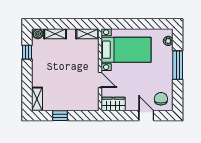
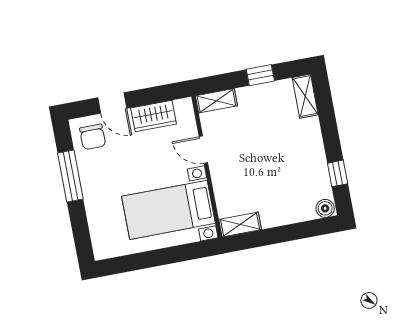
shelving: (55, 34) -> (216, 101), moved
plant: (168, 41) -> (99, 238), removed
window: (178, 65) -> (70, 176), moved
wardrobe: (113, 104) -> (154, 116), moved

